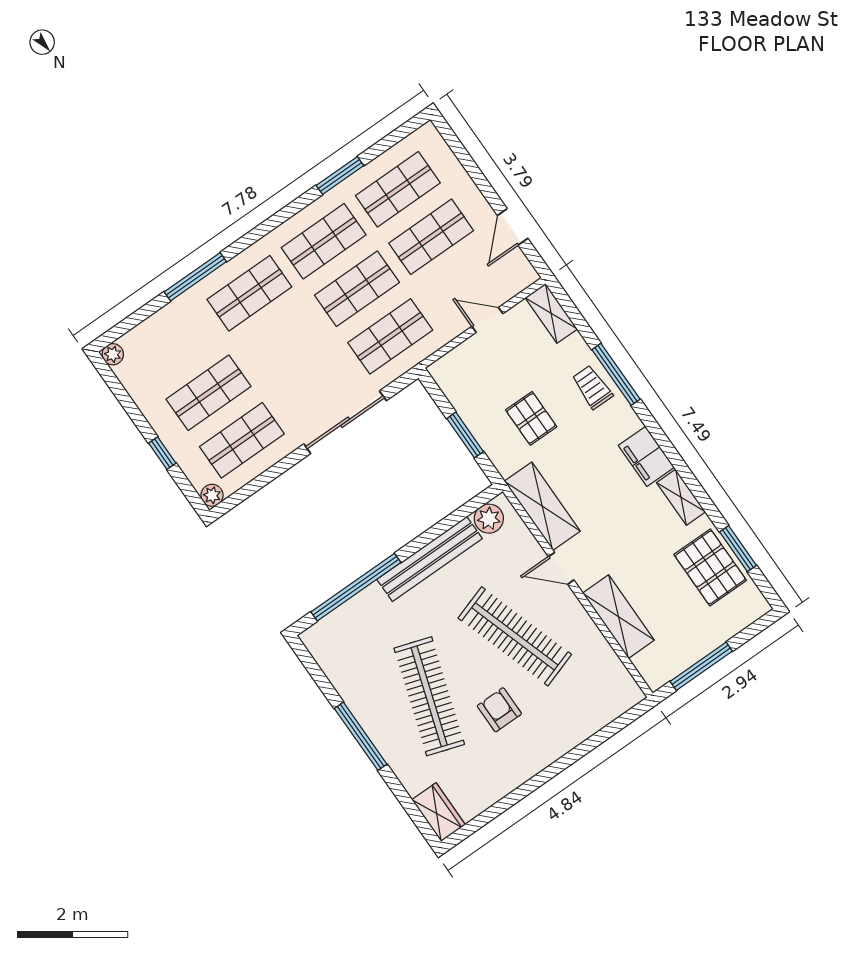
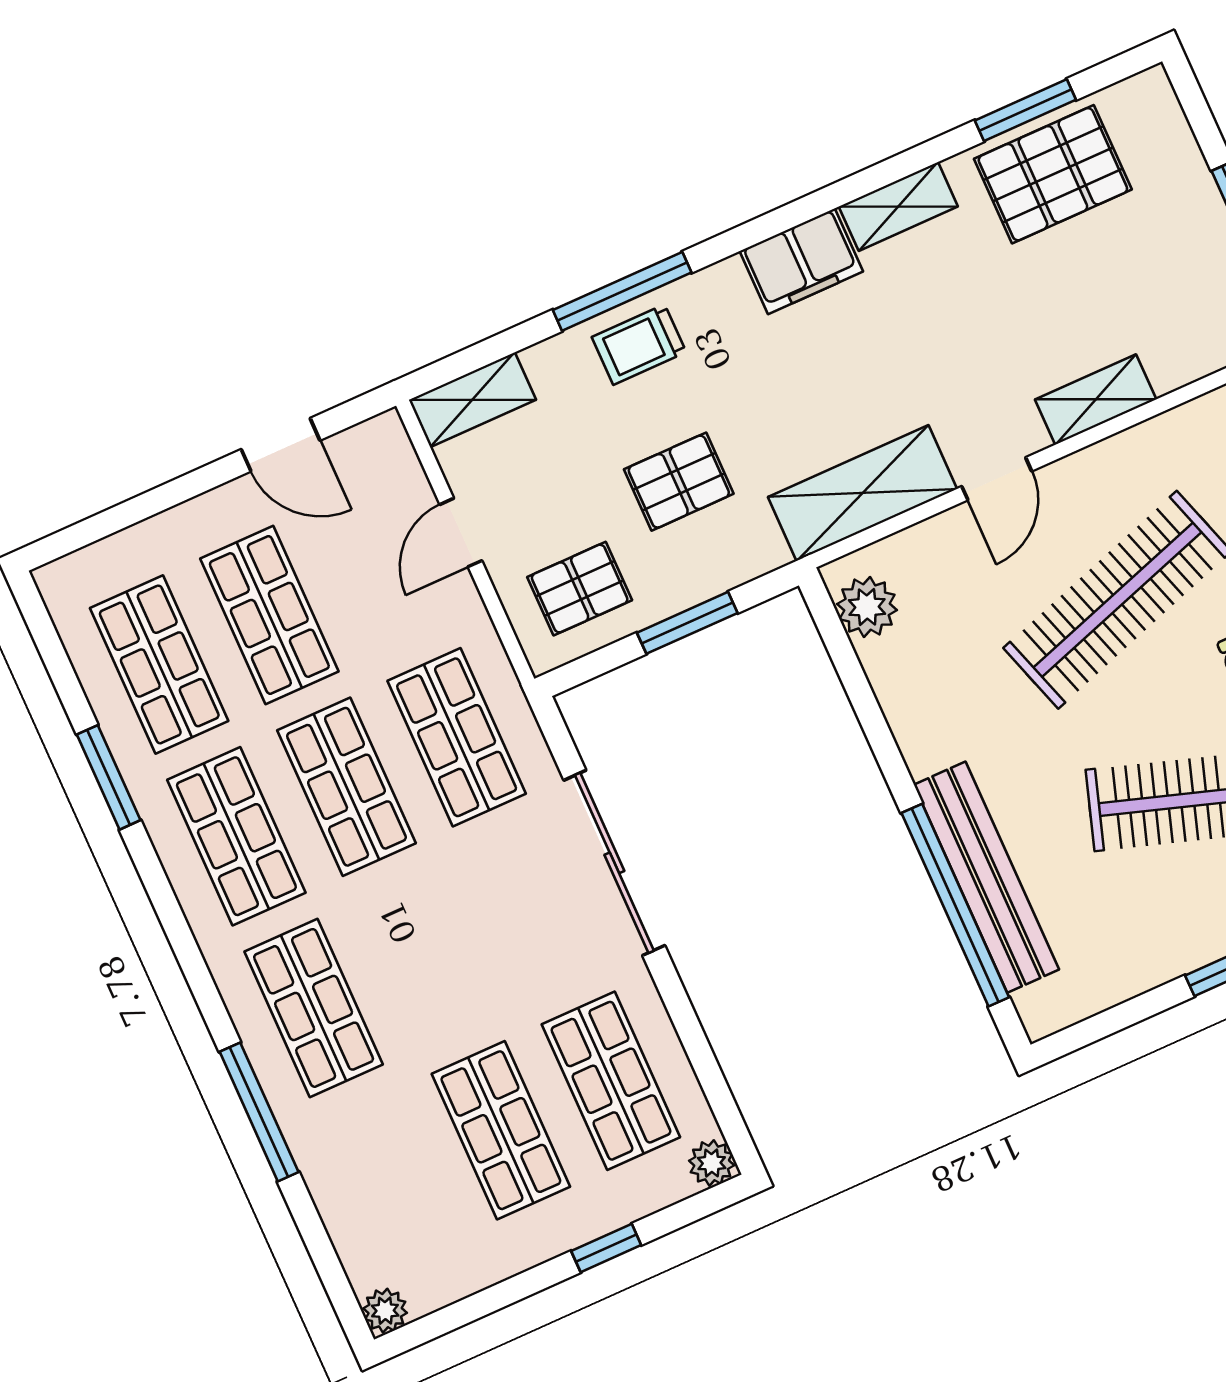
pallet: (472, 381) -> (580, 589), added
bench: (430, 559) -> (986, 877), moved
shelving: (618, 617) -> (1096, 399), width x0.67, depth x0.75

